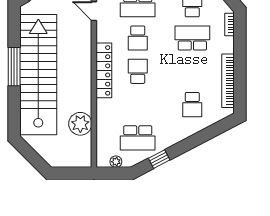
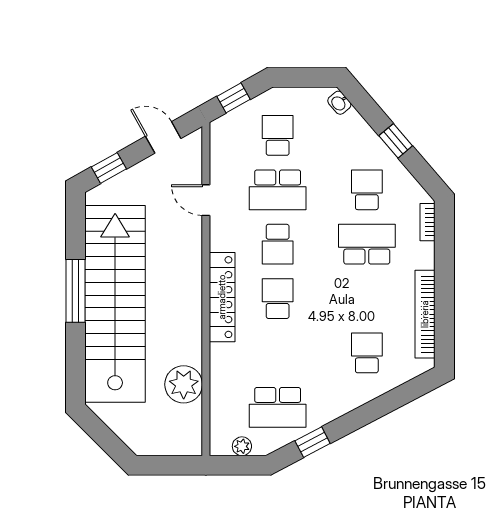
school desk: (192, 105) -> (367, 353), turned 180

